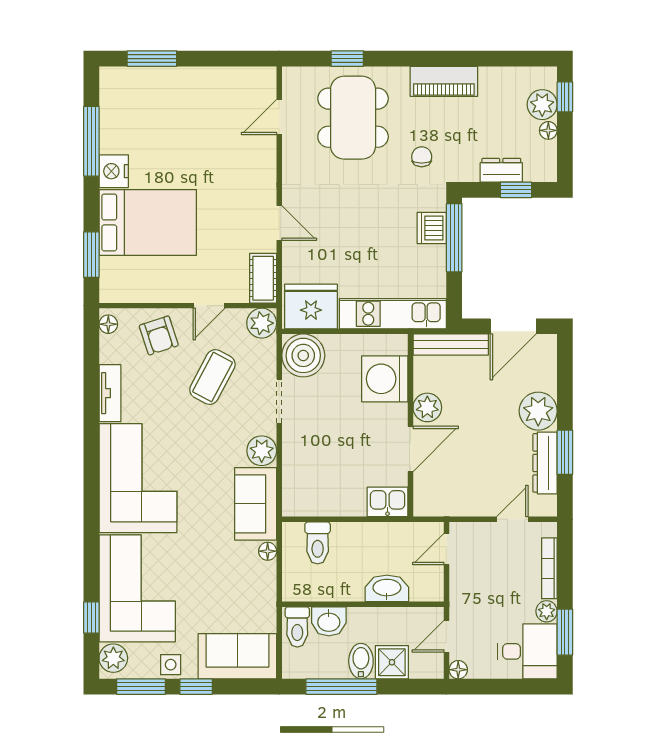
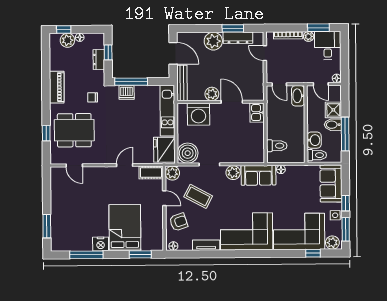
washbasin: (387, 588) -> (298, 96), moved

